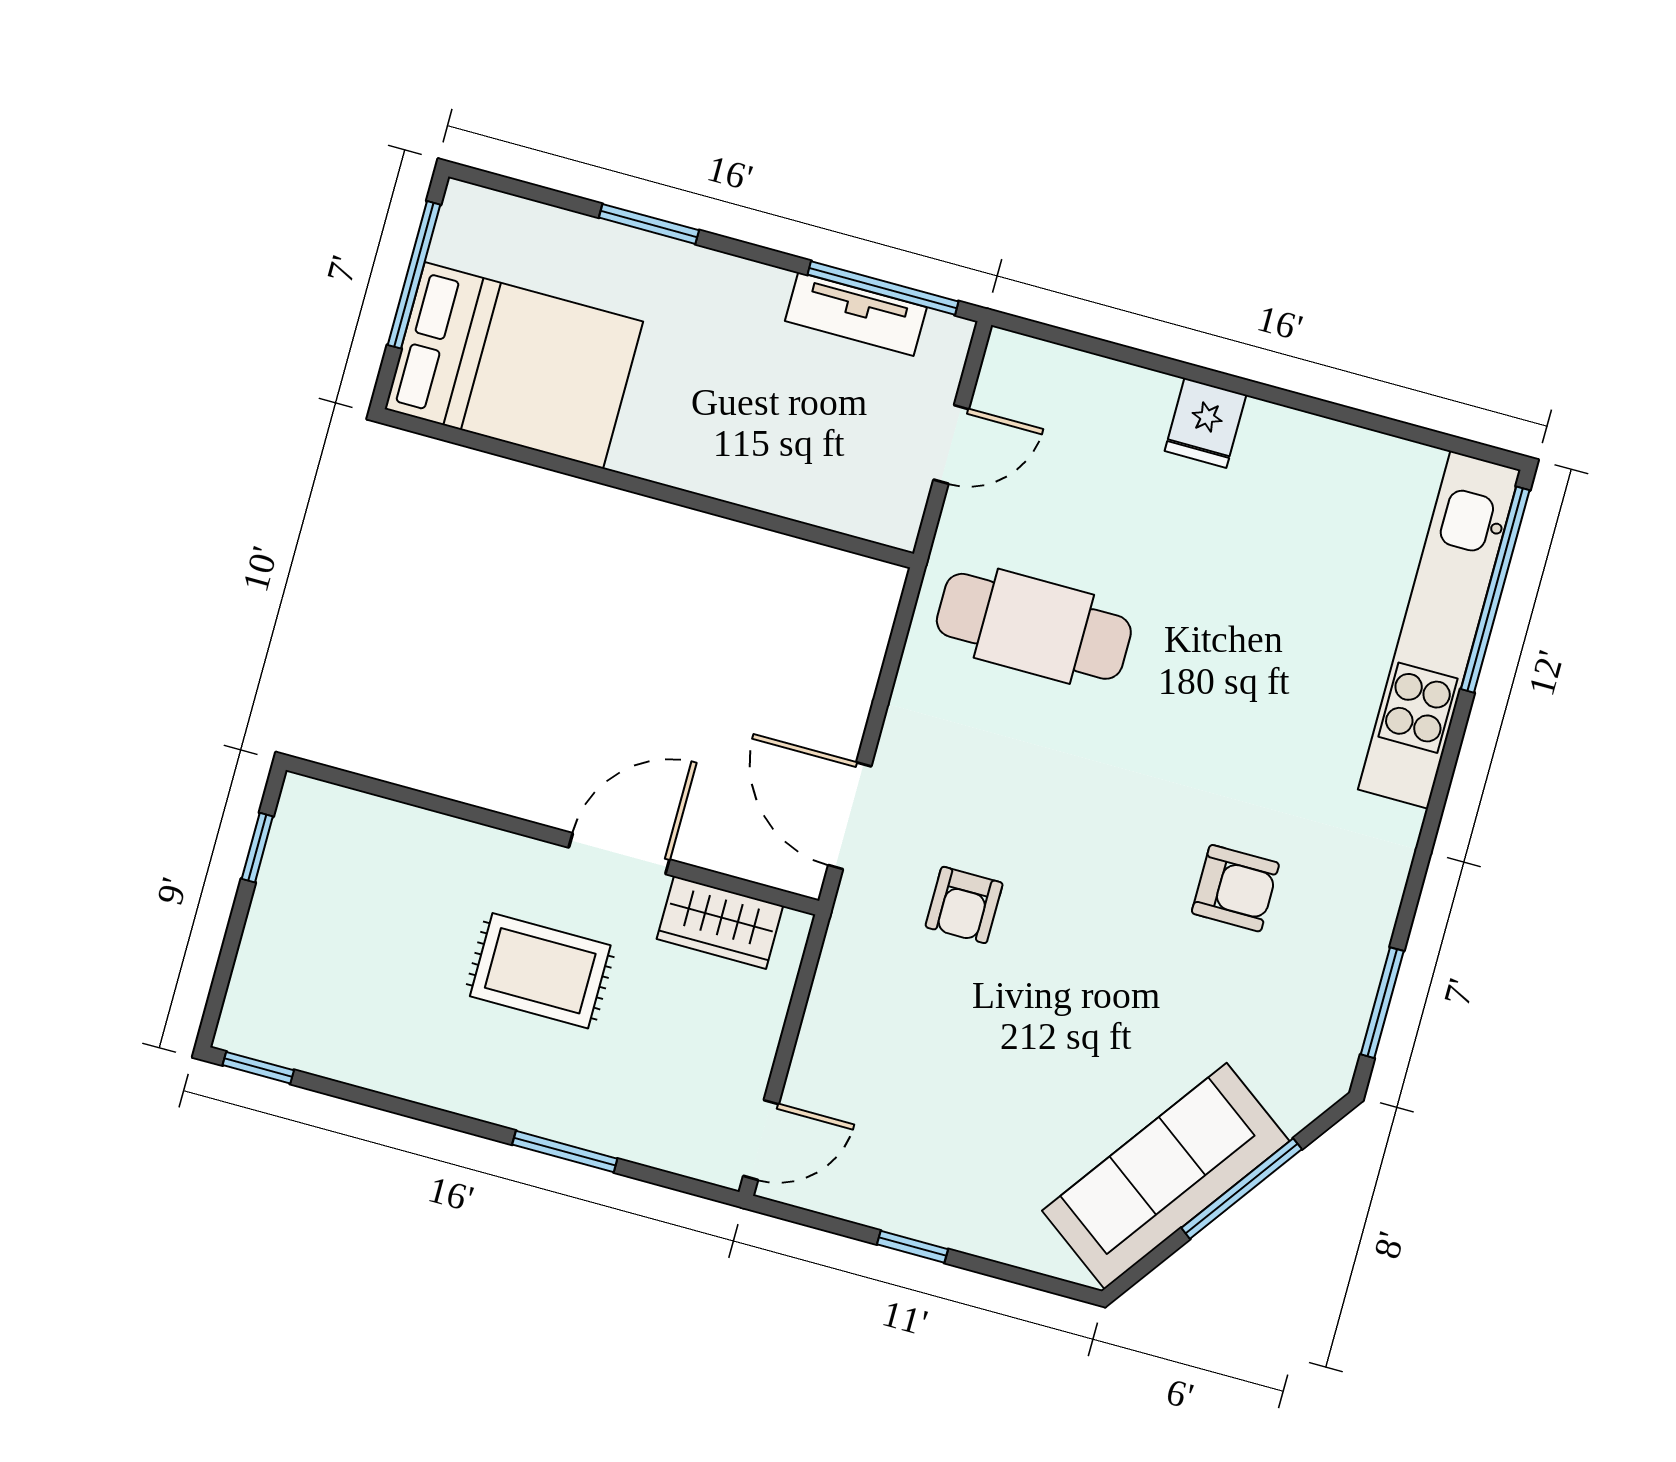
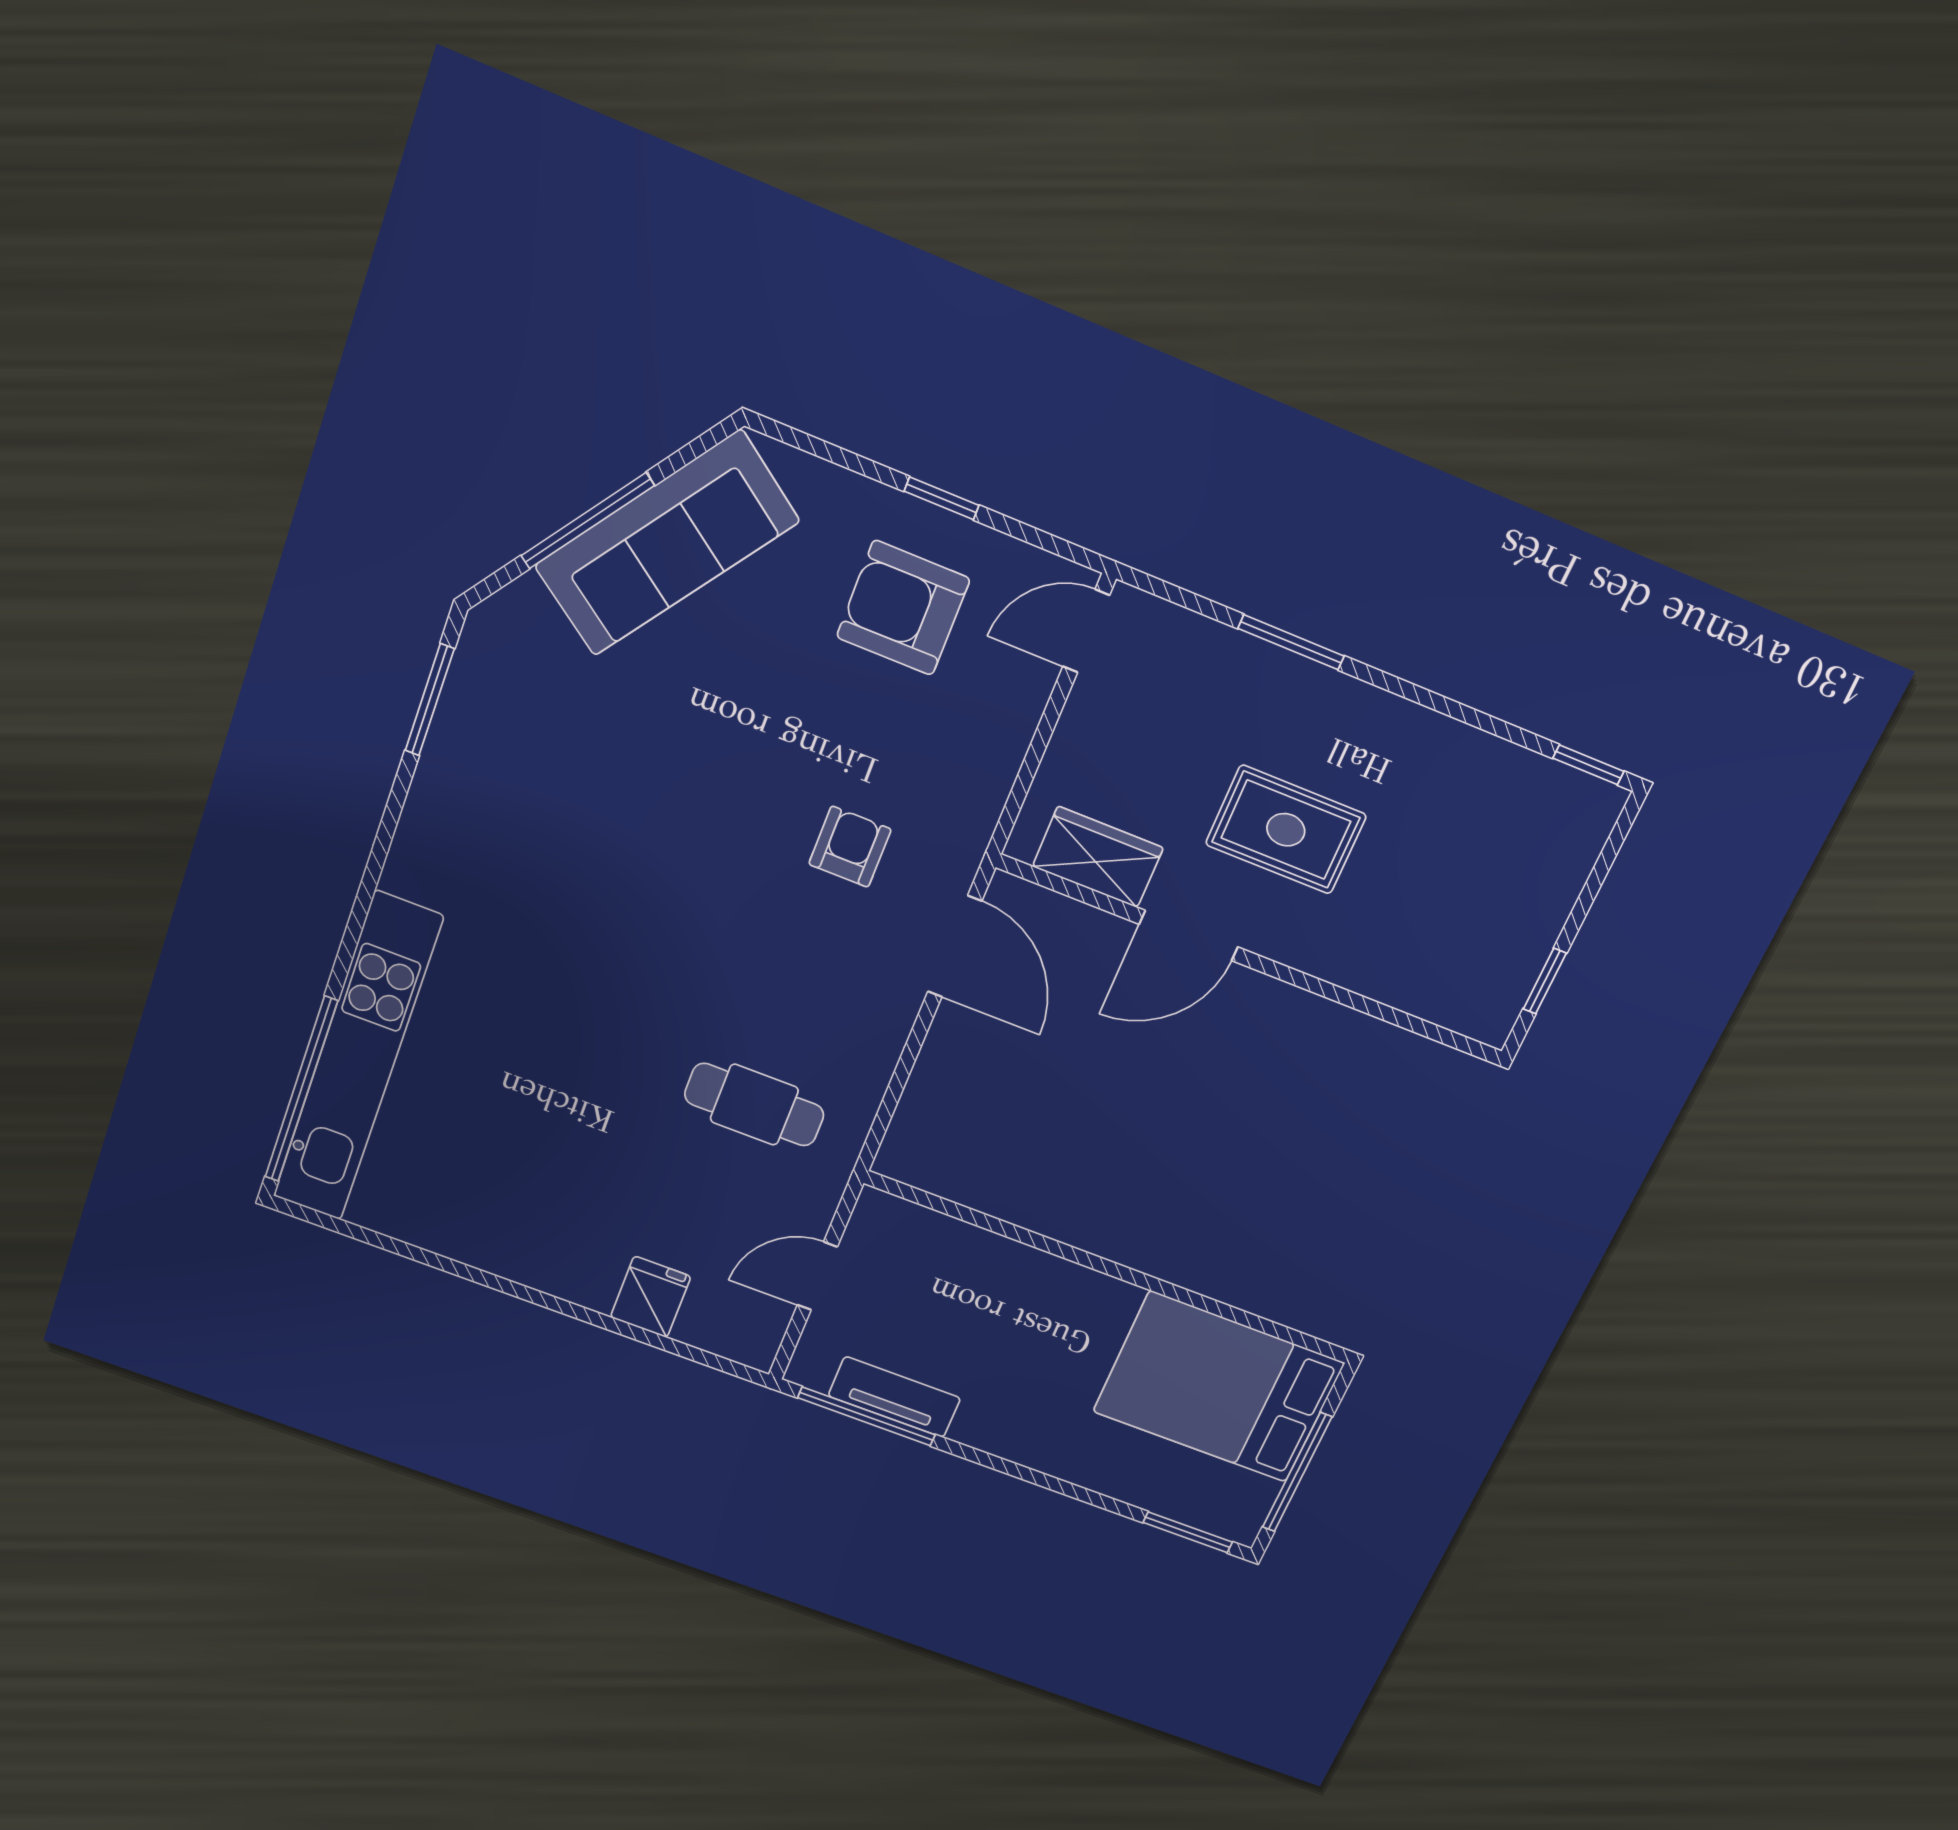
window: (649, 224) -> (1188, 1532), moved
fridge: (1205, 423) -> (651, 1297), moved
cafe table: (1034, 626) -> (754, 1105), width x0.73, depth x0.74
armchair: (1235, 888) -> (903, 608), moved, width x1.38, depth x1.38

